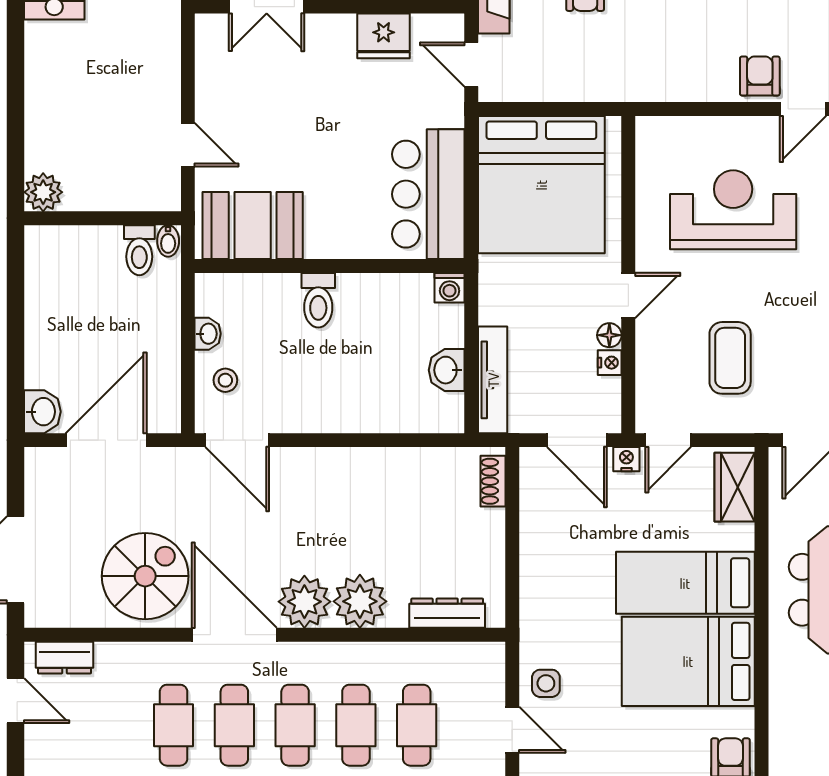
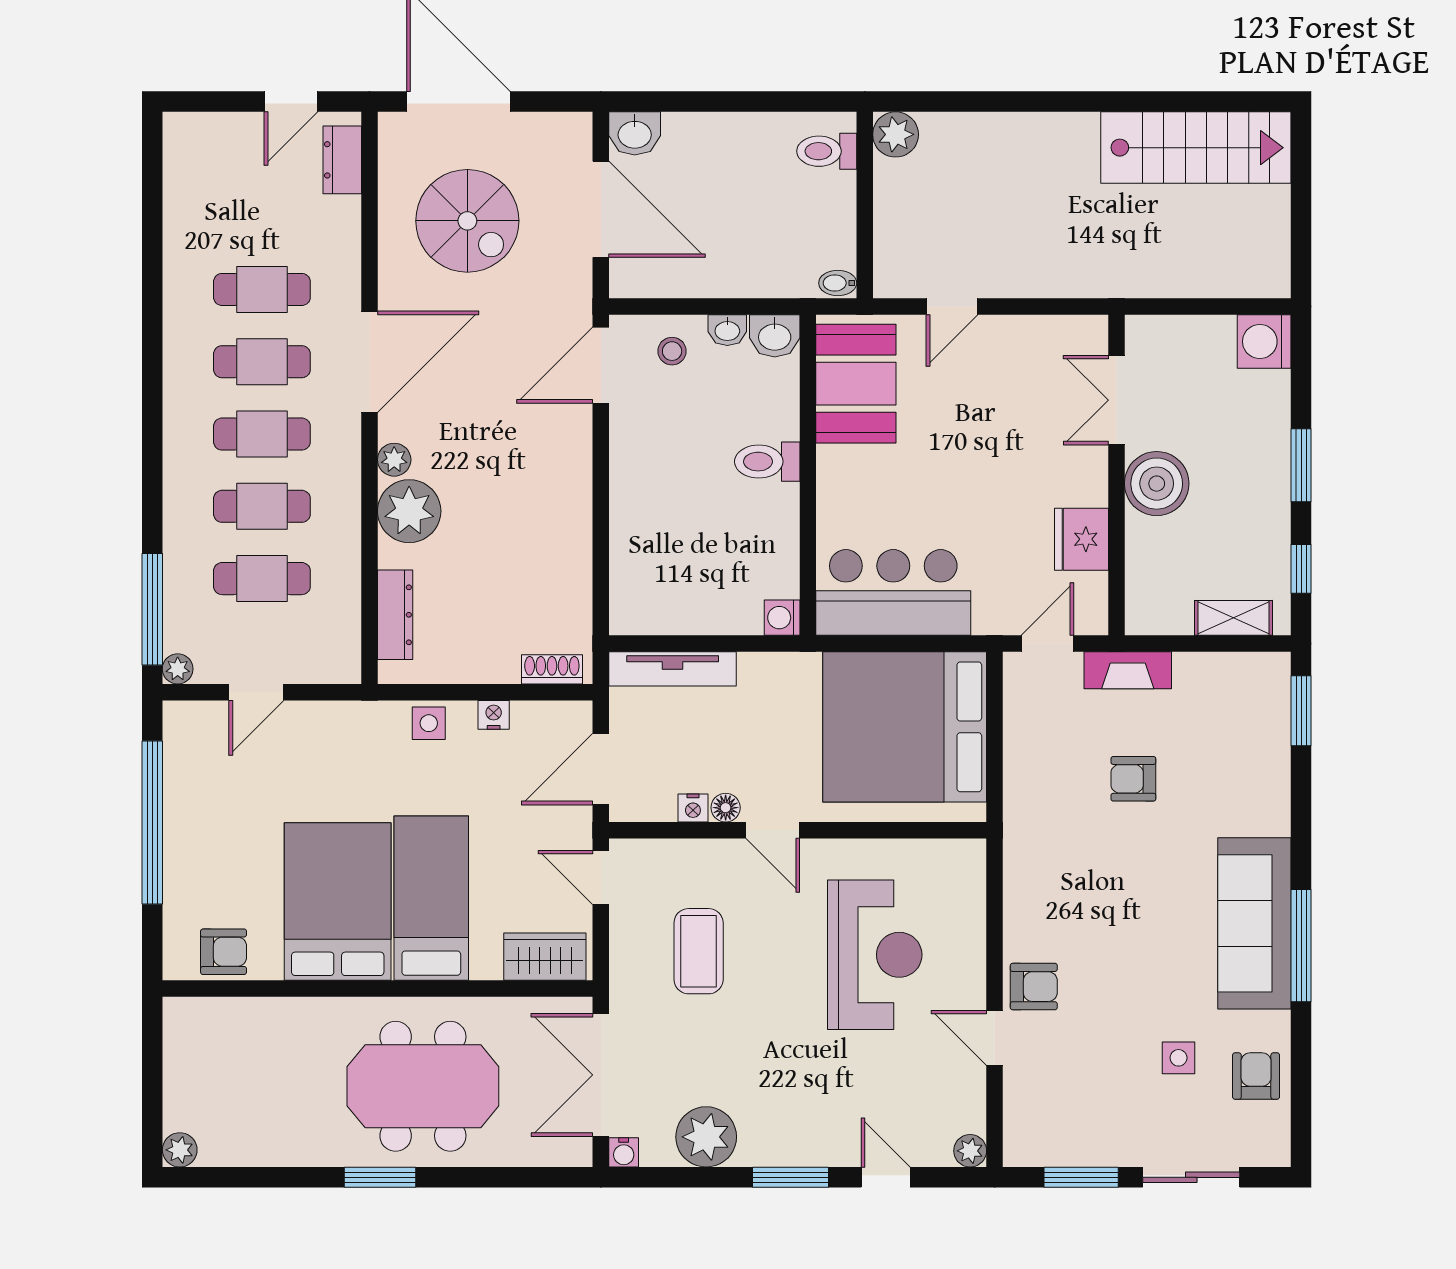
toilet: (139, 250) -> (827, 151), moved
coffee table: (730, 358) -> (699, 951), turned 90
washbasin: (447, 370) -> (775, 336), moved, turned 180
nightstand: (626, 459) -> (494, 715), moved, turned -90
spiral stairs: (145, 576) -> (467, 221), moved
plant: (304, 602) -> (394, 460), width x0.53, depth x0.53
side table: (546, 683) -> (429, 723), moved

